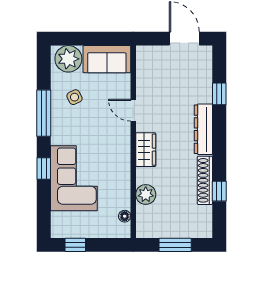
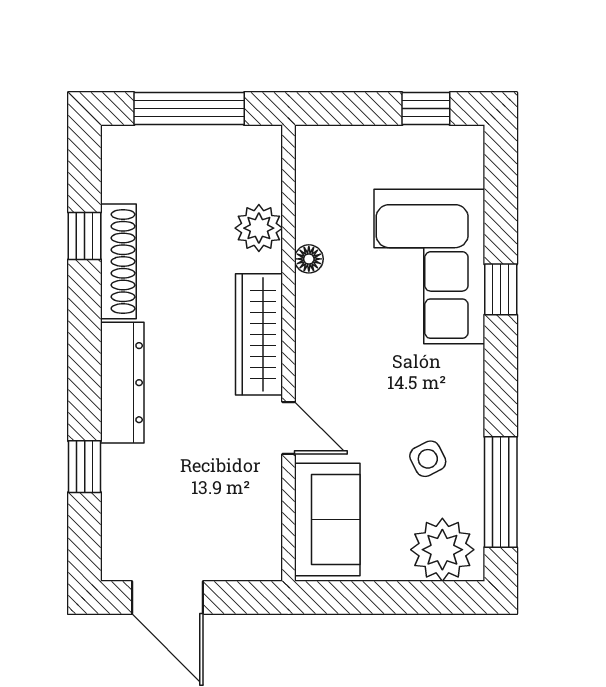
sofa: (107, 59) -> (327, 520), moved, turned 90
window: (44, 113) -> (501, 492), moved
wardrobe: (146, 150) -> (259, 334), width x1.50
floor lamp: (125, 216) -> (309, 259), moved
window: (175, 245) -> (189, 109), width x1.44

